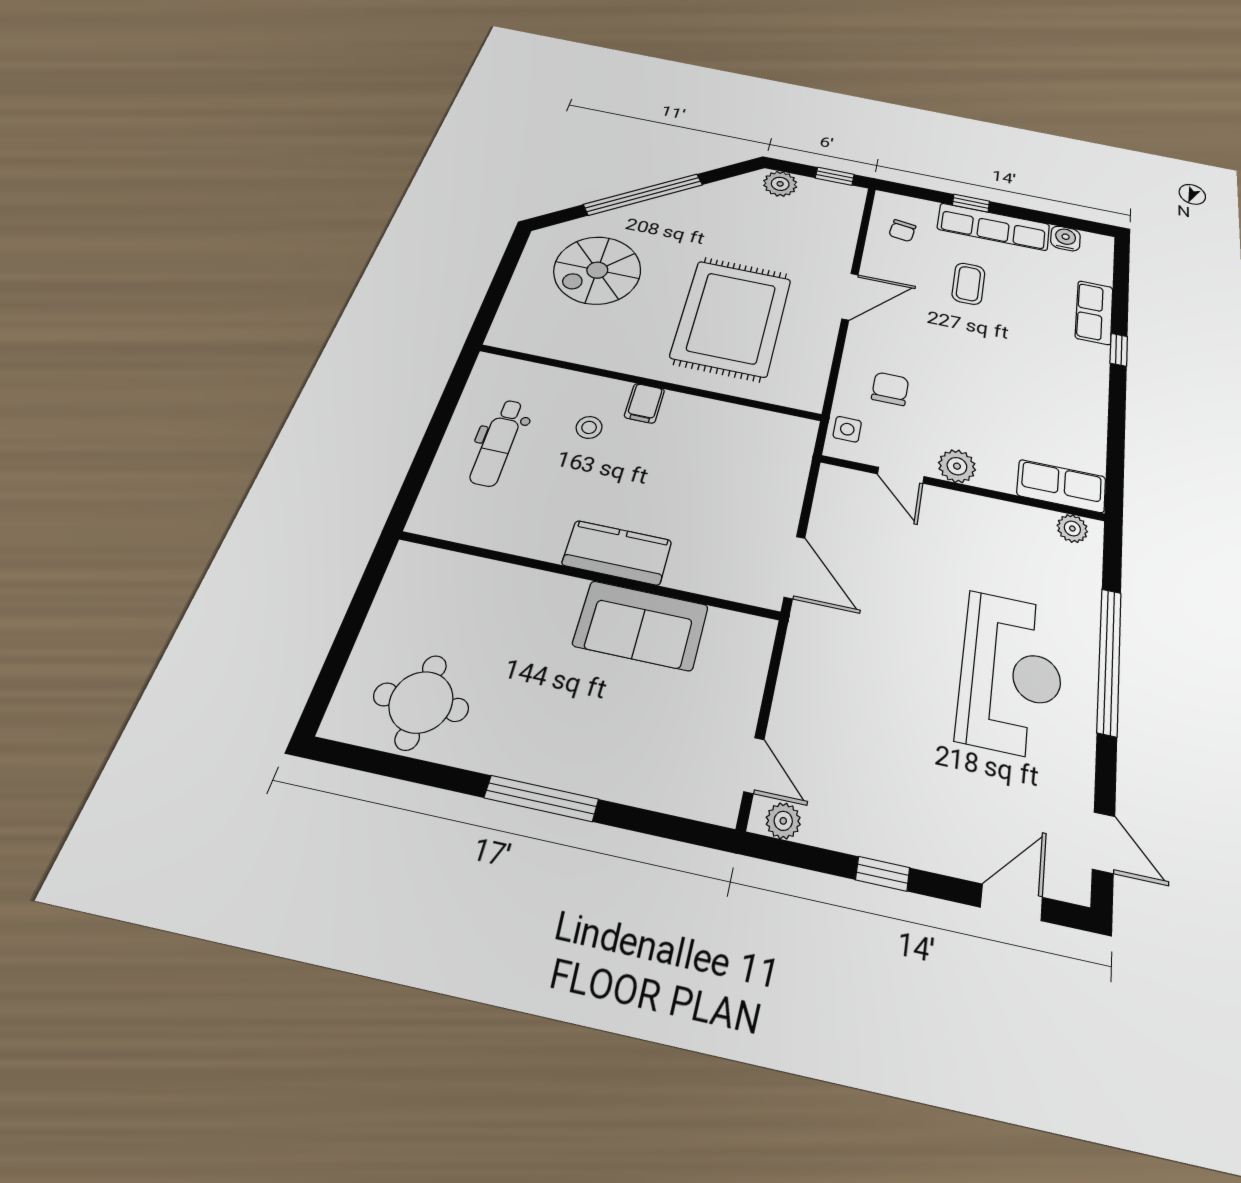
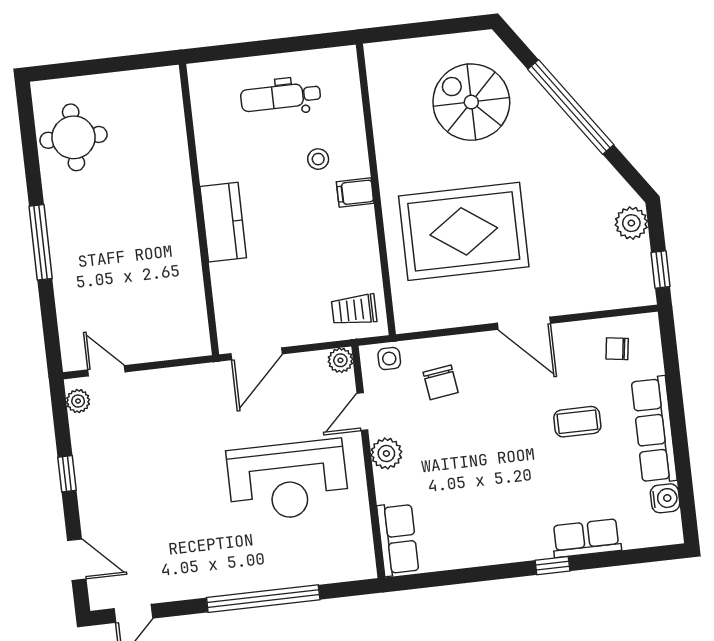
window: (971, 203) -> (676, 403), removed
chair: (890, 389) -> (441, 382), turned 82
trolley: (779, 446) -> (354, 310), added
plant: (1072, 529) -> (340, 360), moved
sofa: (641, 625) -> (175, 260), removed
reception desk: (1011, 674) -> (288, 481), moved
door: (754, 765) -> (106, 371), swing flipped

